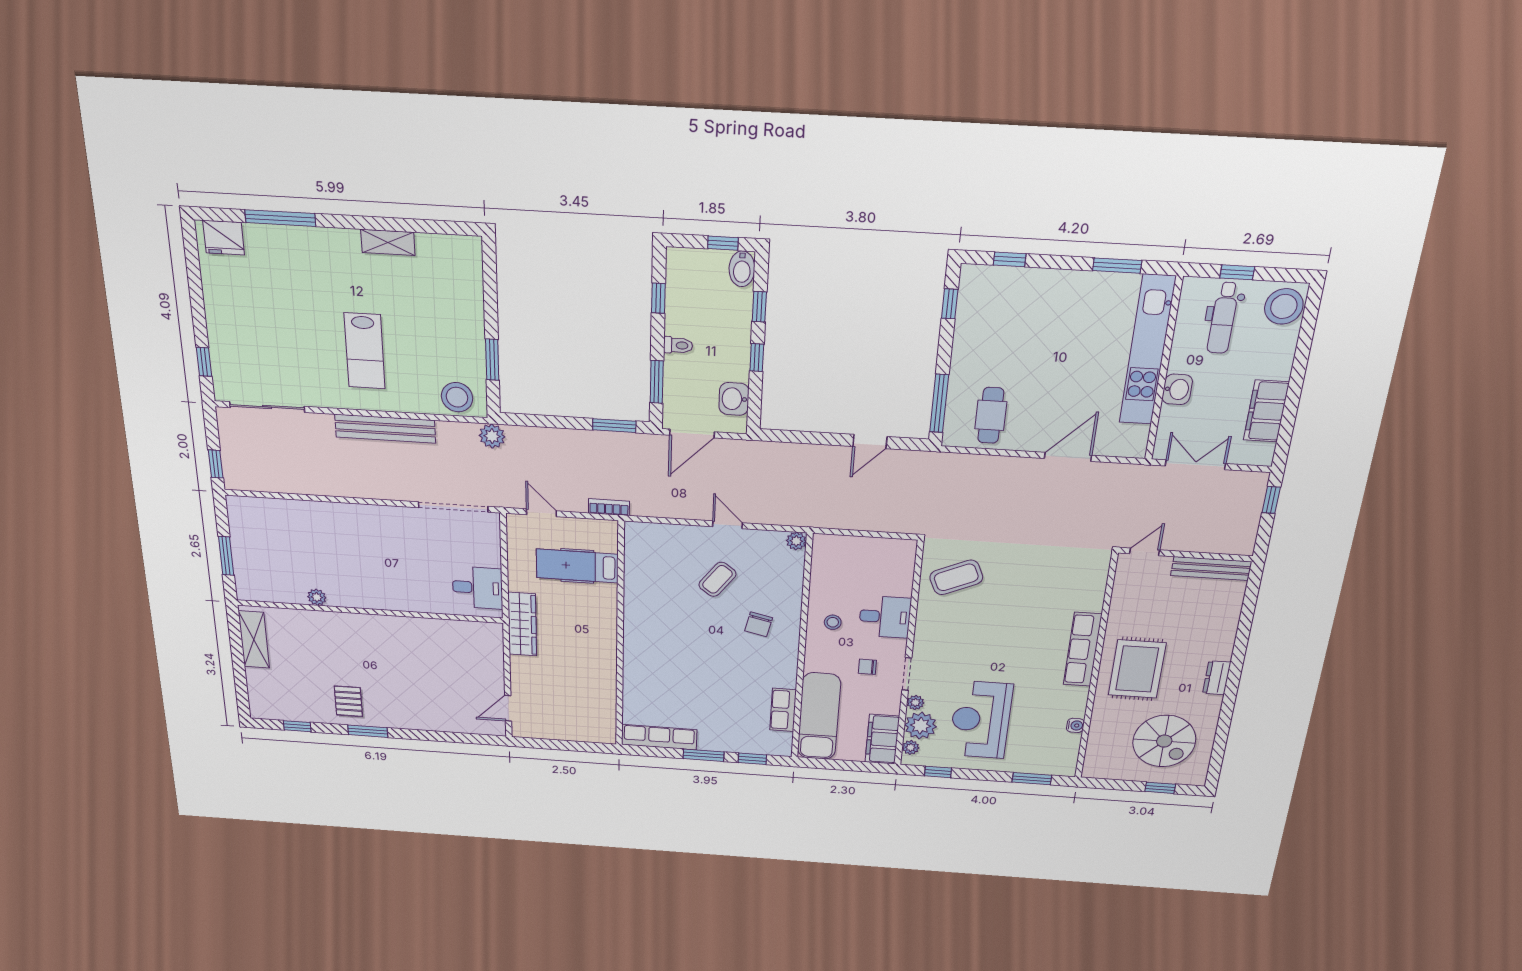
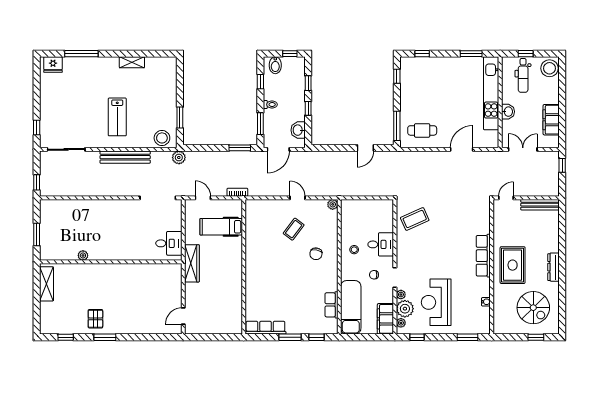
bidet: (742, 269) -> (275, 65), moved
cafe table: (991, 415) -> (422, 130), turned 90
dresser: (1217, 678) -> (554, 267), width x1.44

